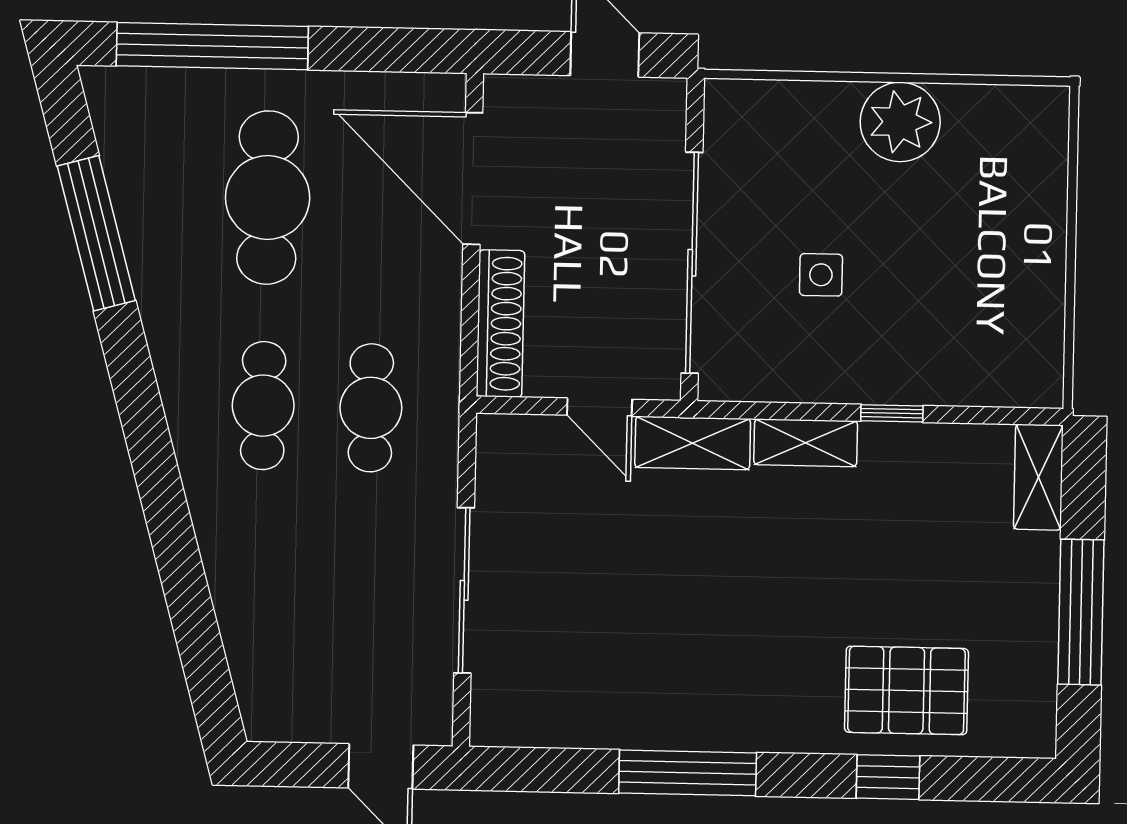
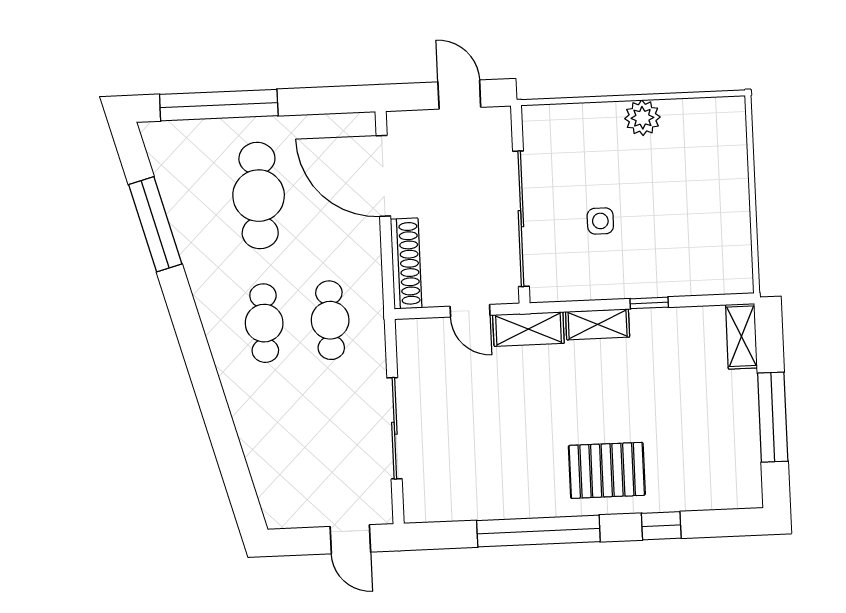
plant: (900, 122) -> (642, 118), width x0.73, depth x0.73
pallet: (906, 690) -> (607, 470), moved
window: (688, 773) -> (538, 531), width x1.46

